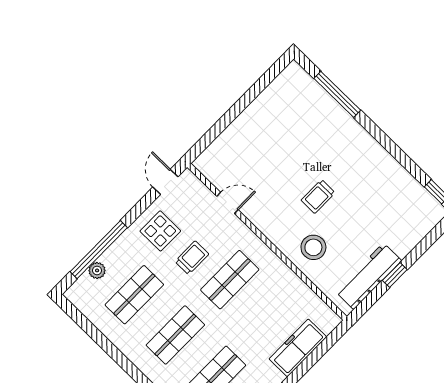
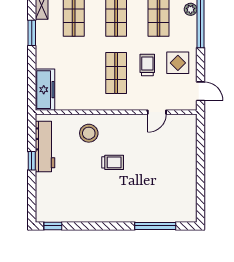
trolley: (318, 196) -> (113, 162), turned 90
trolley: (192, 258) -> (147, 65), turned 180
freezer: (298, 348) -> (45, 90), moved

